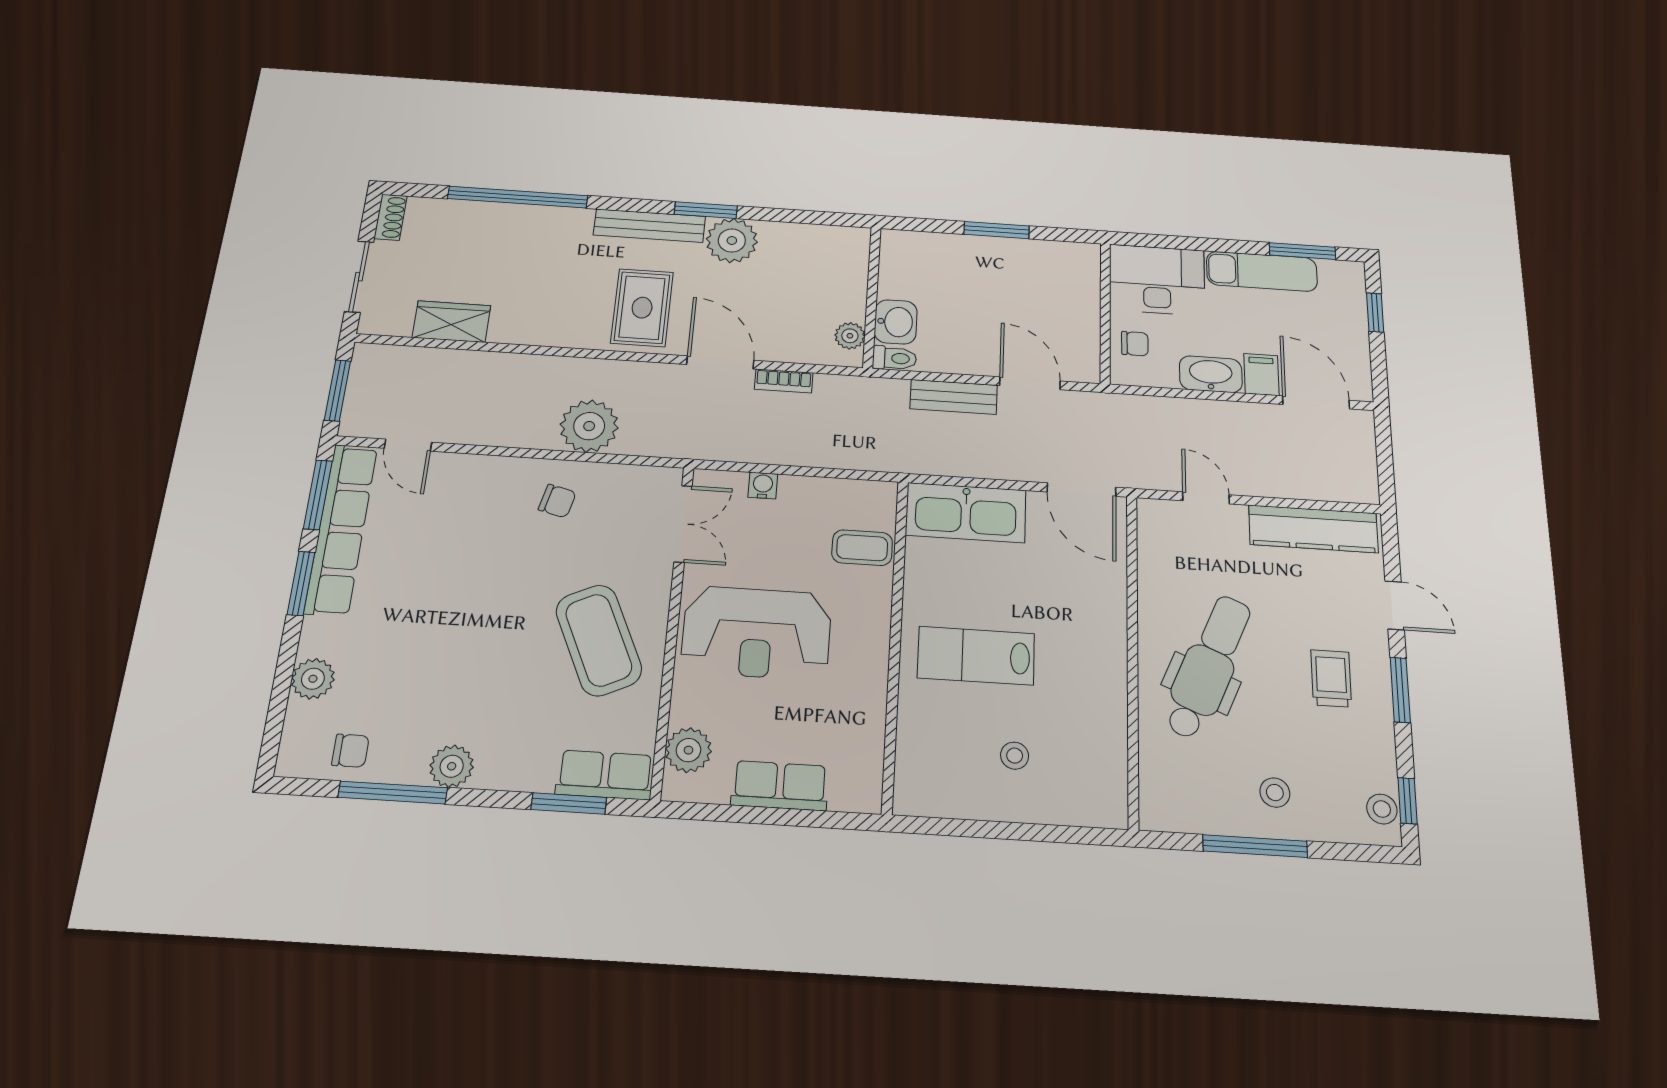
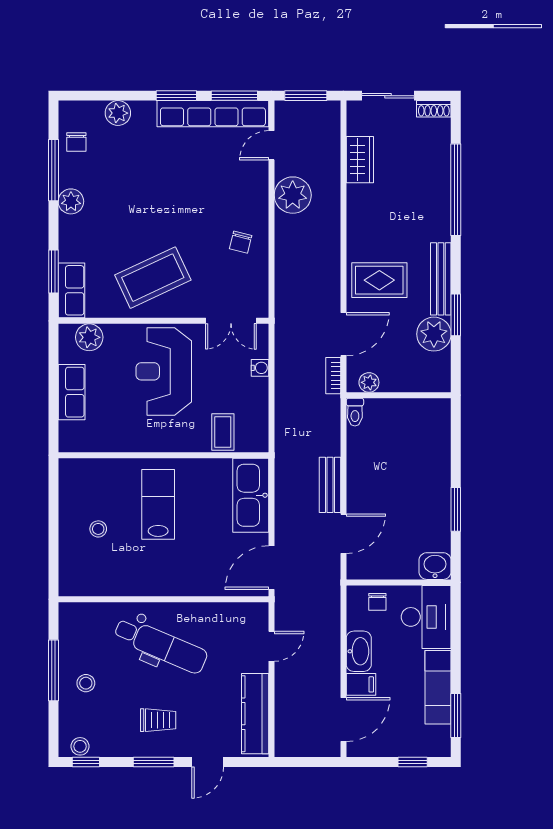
wall: (872, 297) -> (399, 395), moved
washbasin: (896, 322) -> (435, 566), moved, turned 180
plant: (850, 336) -> (369, 382), moved
toilet: (894, 358) -> (355, 412), moved
plant: (589, 426) -> (293, 195), moved

